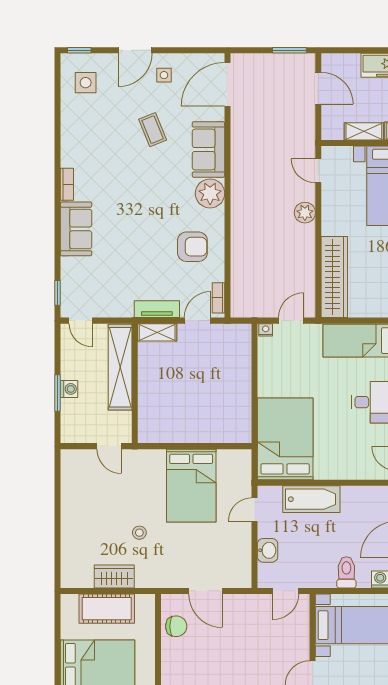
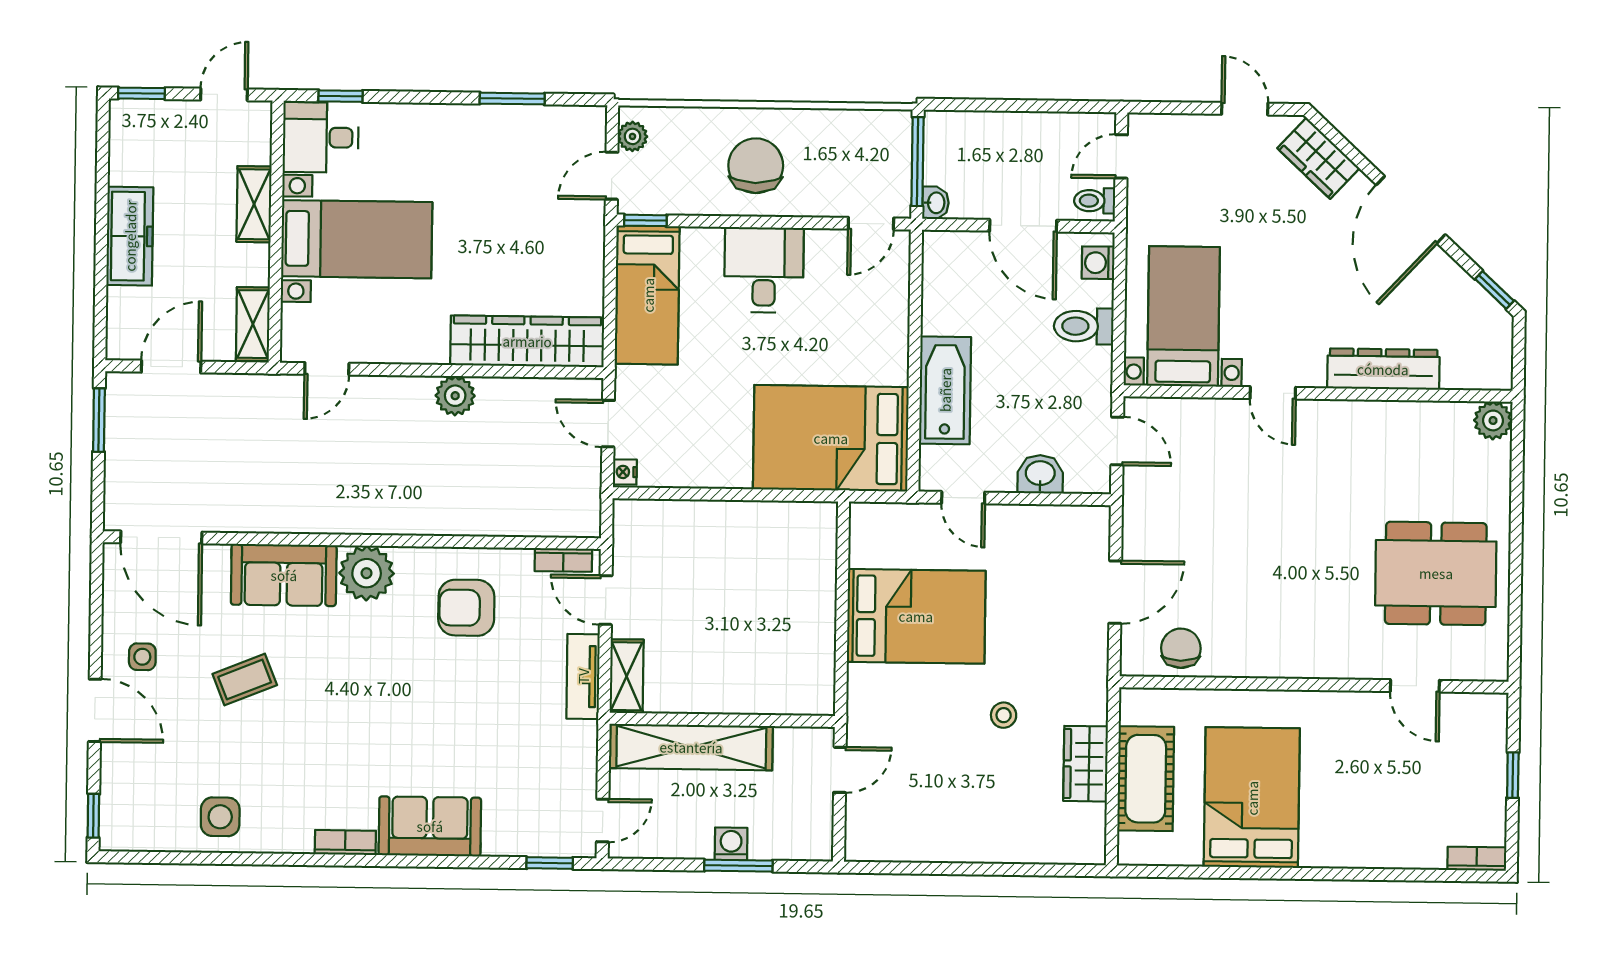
side table: (86, 83) -> (220, 817), moved
shelving: (364, 131) -> (253, 324), moved
plant: (305, 213) -> (455, 396), moved
armchair: (192, 247) -> (466, 608), turned -90

